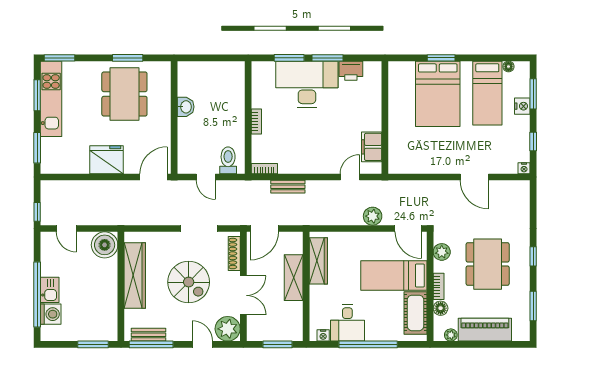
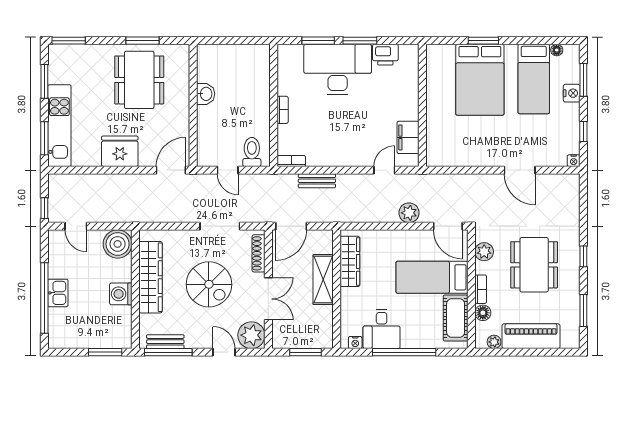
kitchen unit: (51, 99) -> (59, 126), moved
washing machine: (51, 314) -> (121, 294), moved, turned 180

